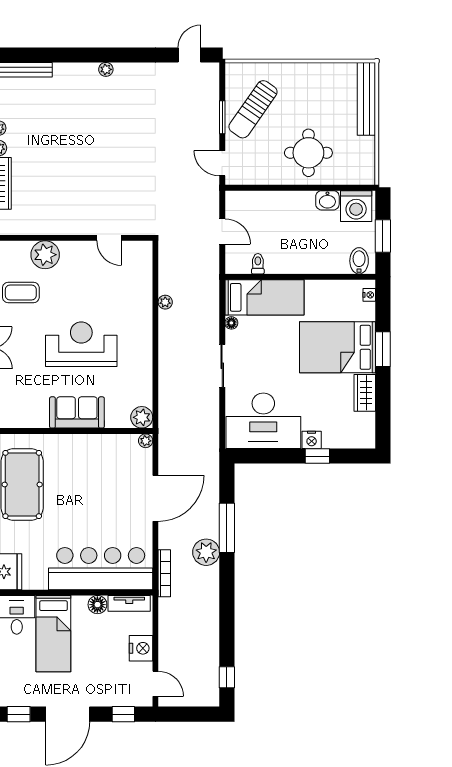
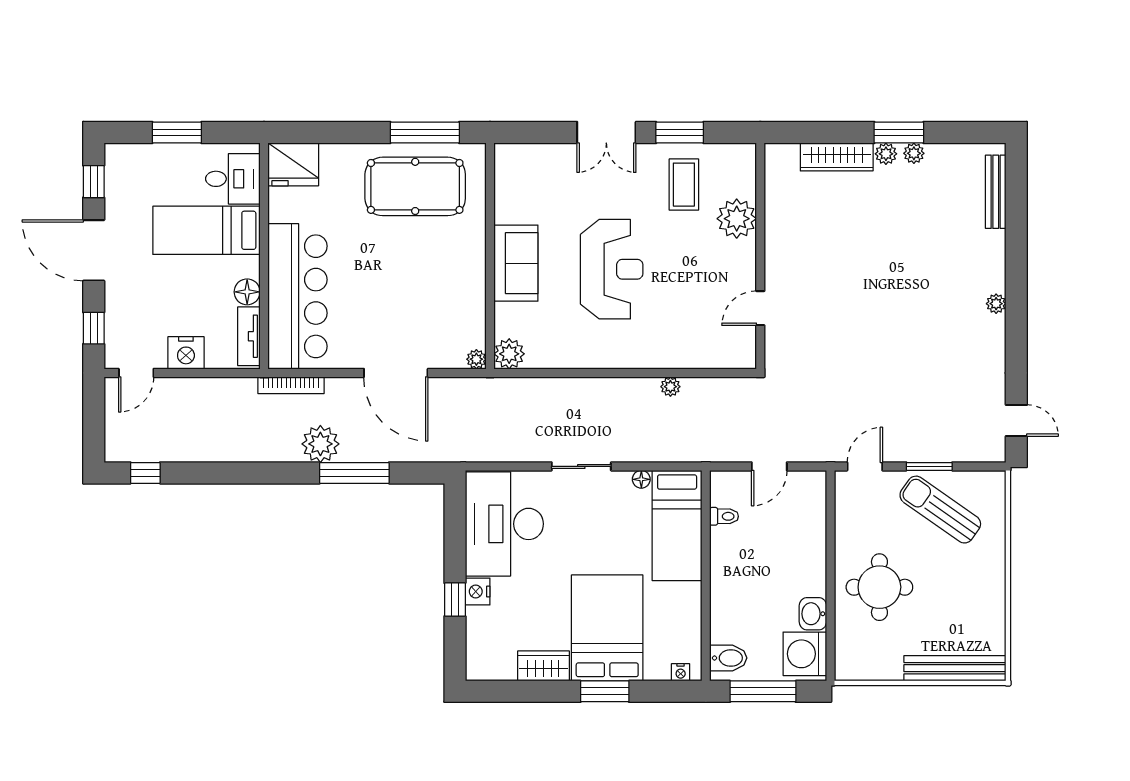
window: (383, 236) -> (763, 691), width x1.44

